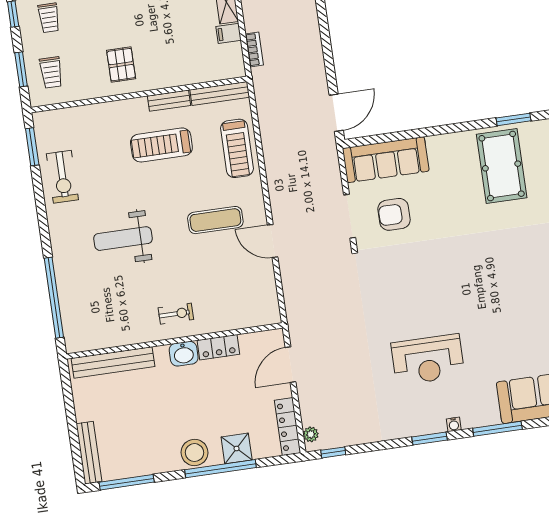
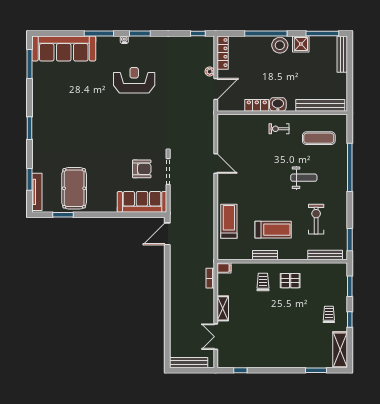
filing cabinet: (229, 33) -> (224, 268), moved
pallet: (121, 65) -> (290, 281), turned 90
trolley: (51, 72) -> (263, 282), moved
bench: (220, 94) -> (325, 255), moved
exercise bike: (62, 177) -> (316, 219), moved
exercise mat: (215, 220) -> (319, 138), moved
weight bench: (123, 239) -> (304, 178), width x0.73, depth x0.75
window: (54, 298) -> (350, 167), moved
plant: (311, 434) -> (210, 71), moved
shower: (237, 448) -> (301, 44), moved

